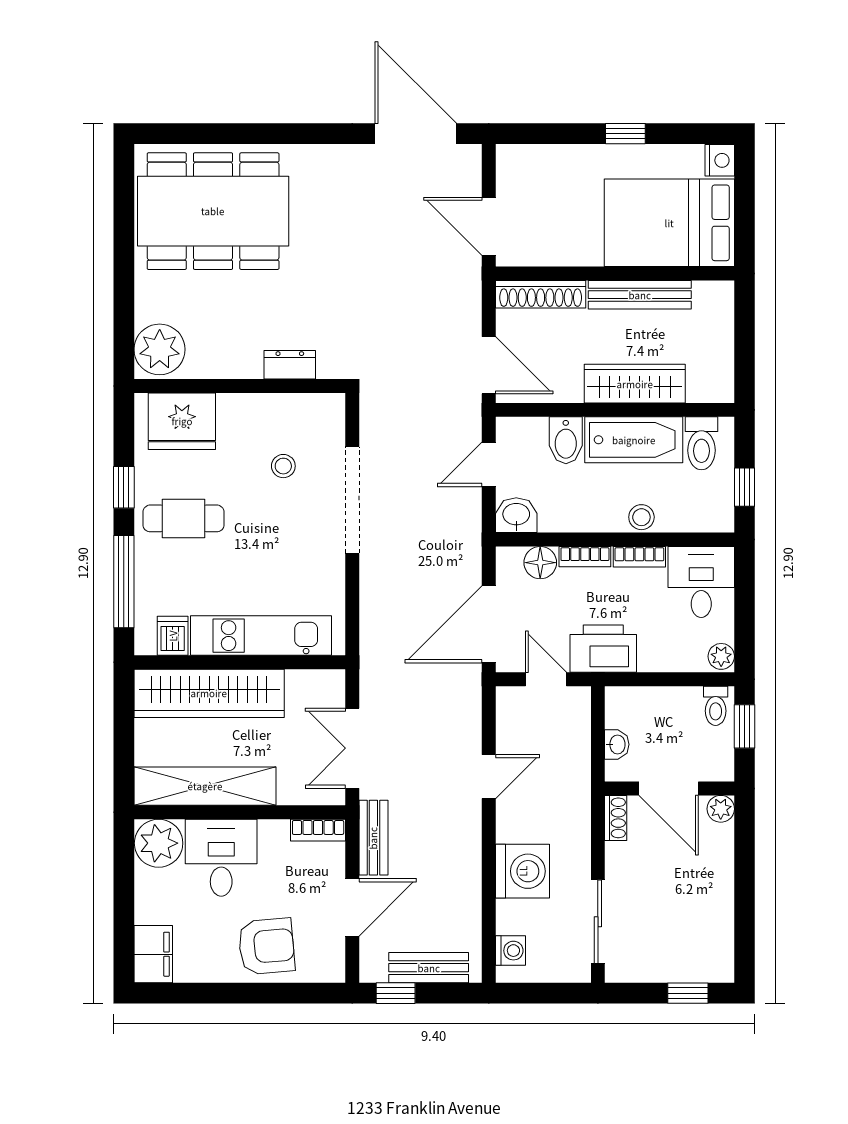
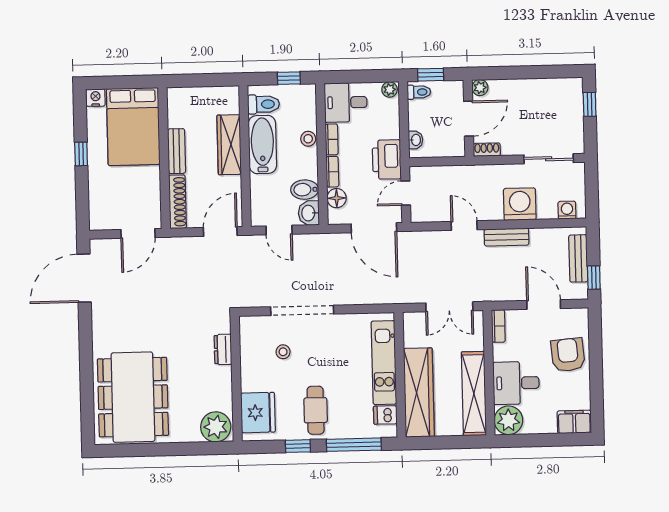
bench: (640, 295) -> (177, 151), width x0.73
bidet: (566, 440) -> (305, 190), moved, turned 180
washbasin: (617, 744) -> (416, 140), moved, turned 90
bench: (373, 838) -> (507, 237), moved

